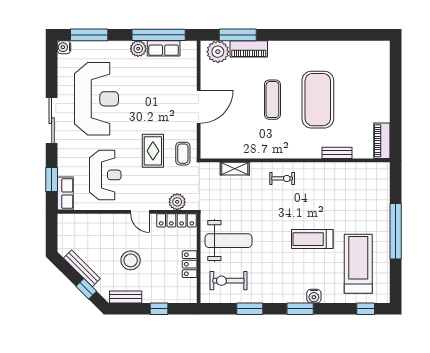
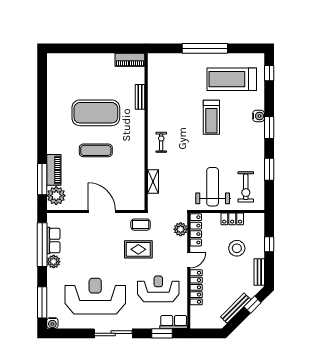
locker: (107, 221) -> (196, 287), added
stool: (131, 260) -> (237, 248), moved

